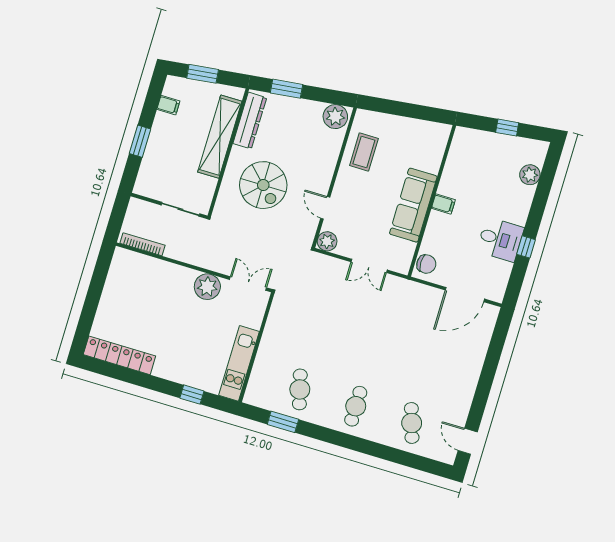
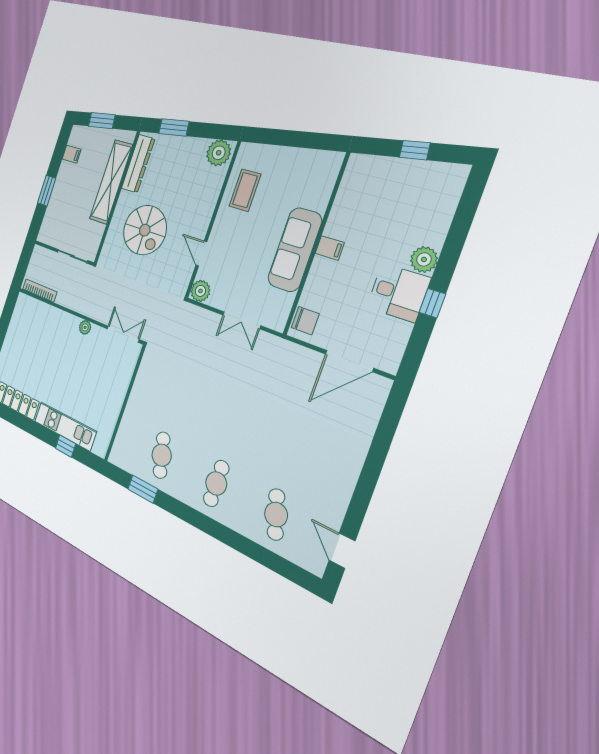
plant: (530, 175) -> (424, 259), moved
plant: (207, 287) -> (85, 327), width x0.53, depth x0.53
kitchen unit: (239, 363) -> (65, 426), moved, turned 90

